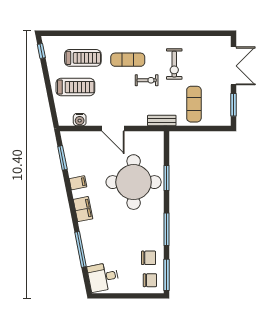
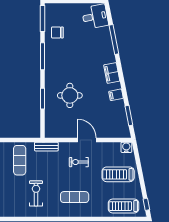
treadmill: (83, 58) -> (124, 206), moved
exercise bike: (147, 80) -> (79, 162), moved
water cooler: (80, 120) -> (126, 147), moved
round table: (134, 182) -> (70, 95), width x0.54, depth x0.54
chair: (150, 280) -> (56, 14), removed

